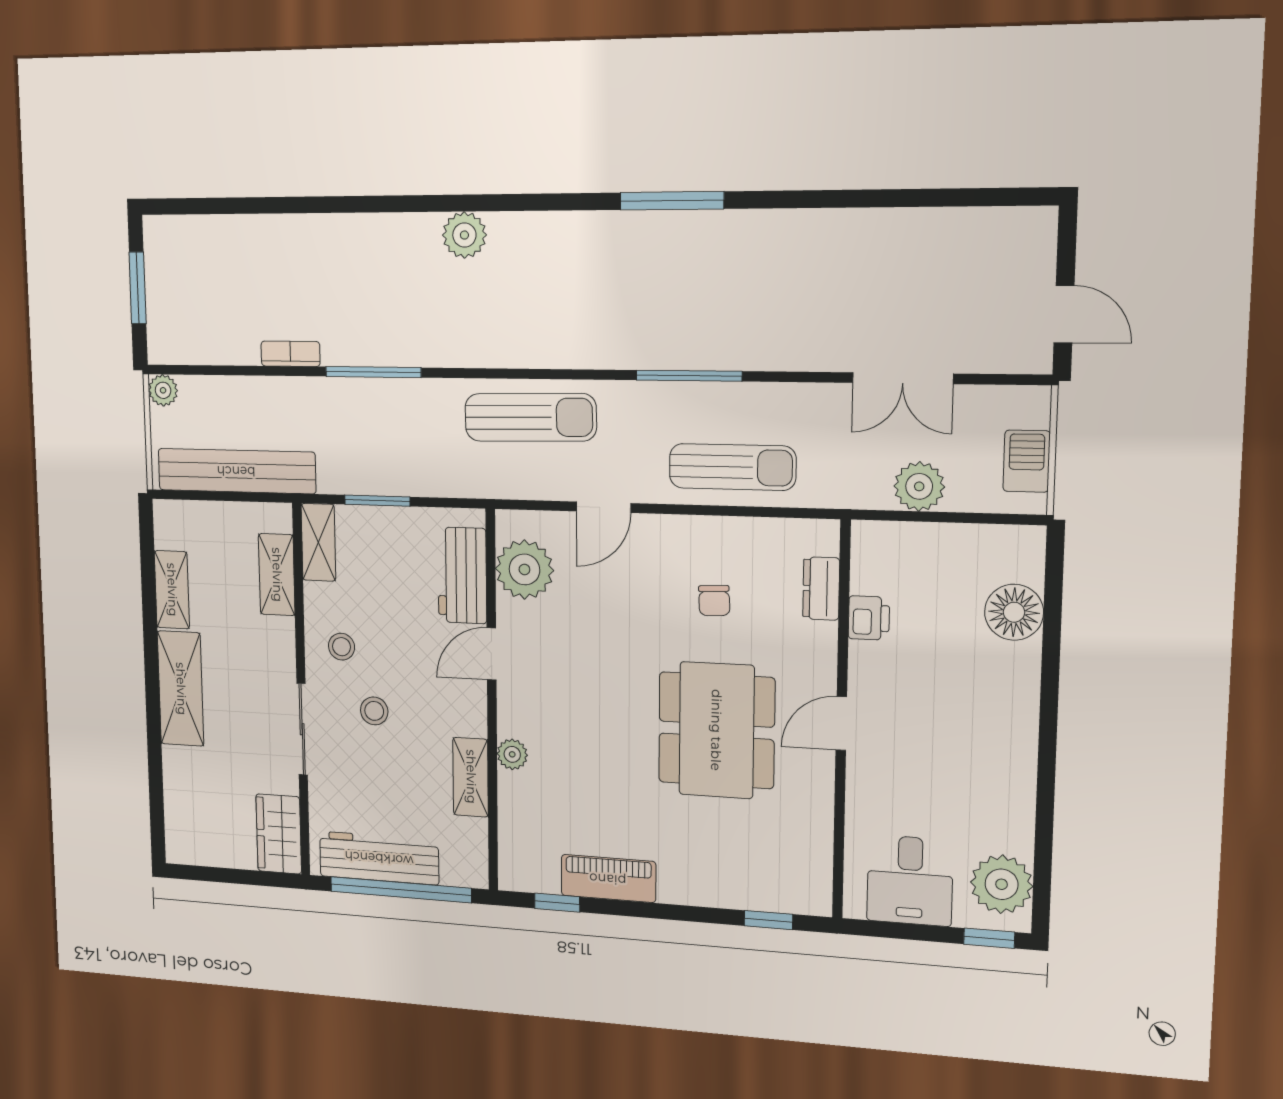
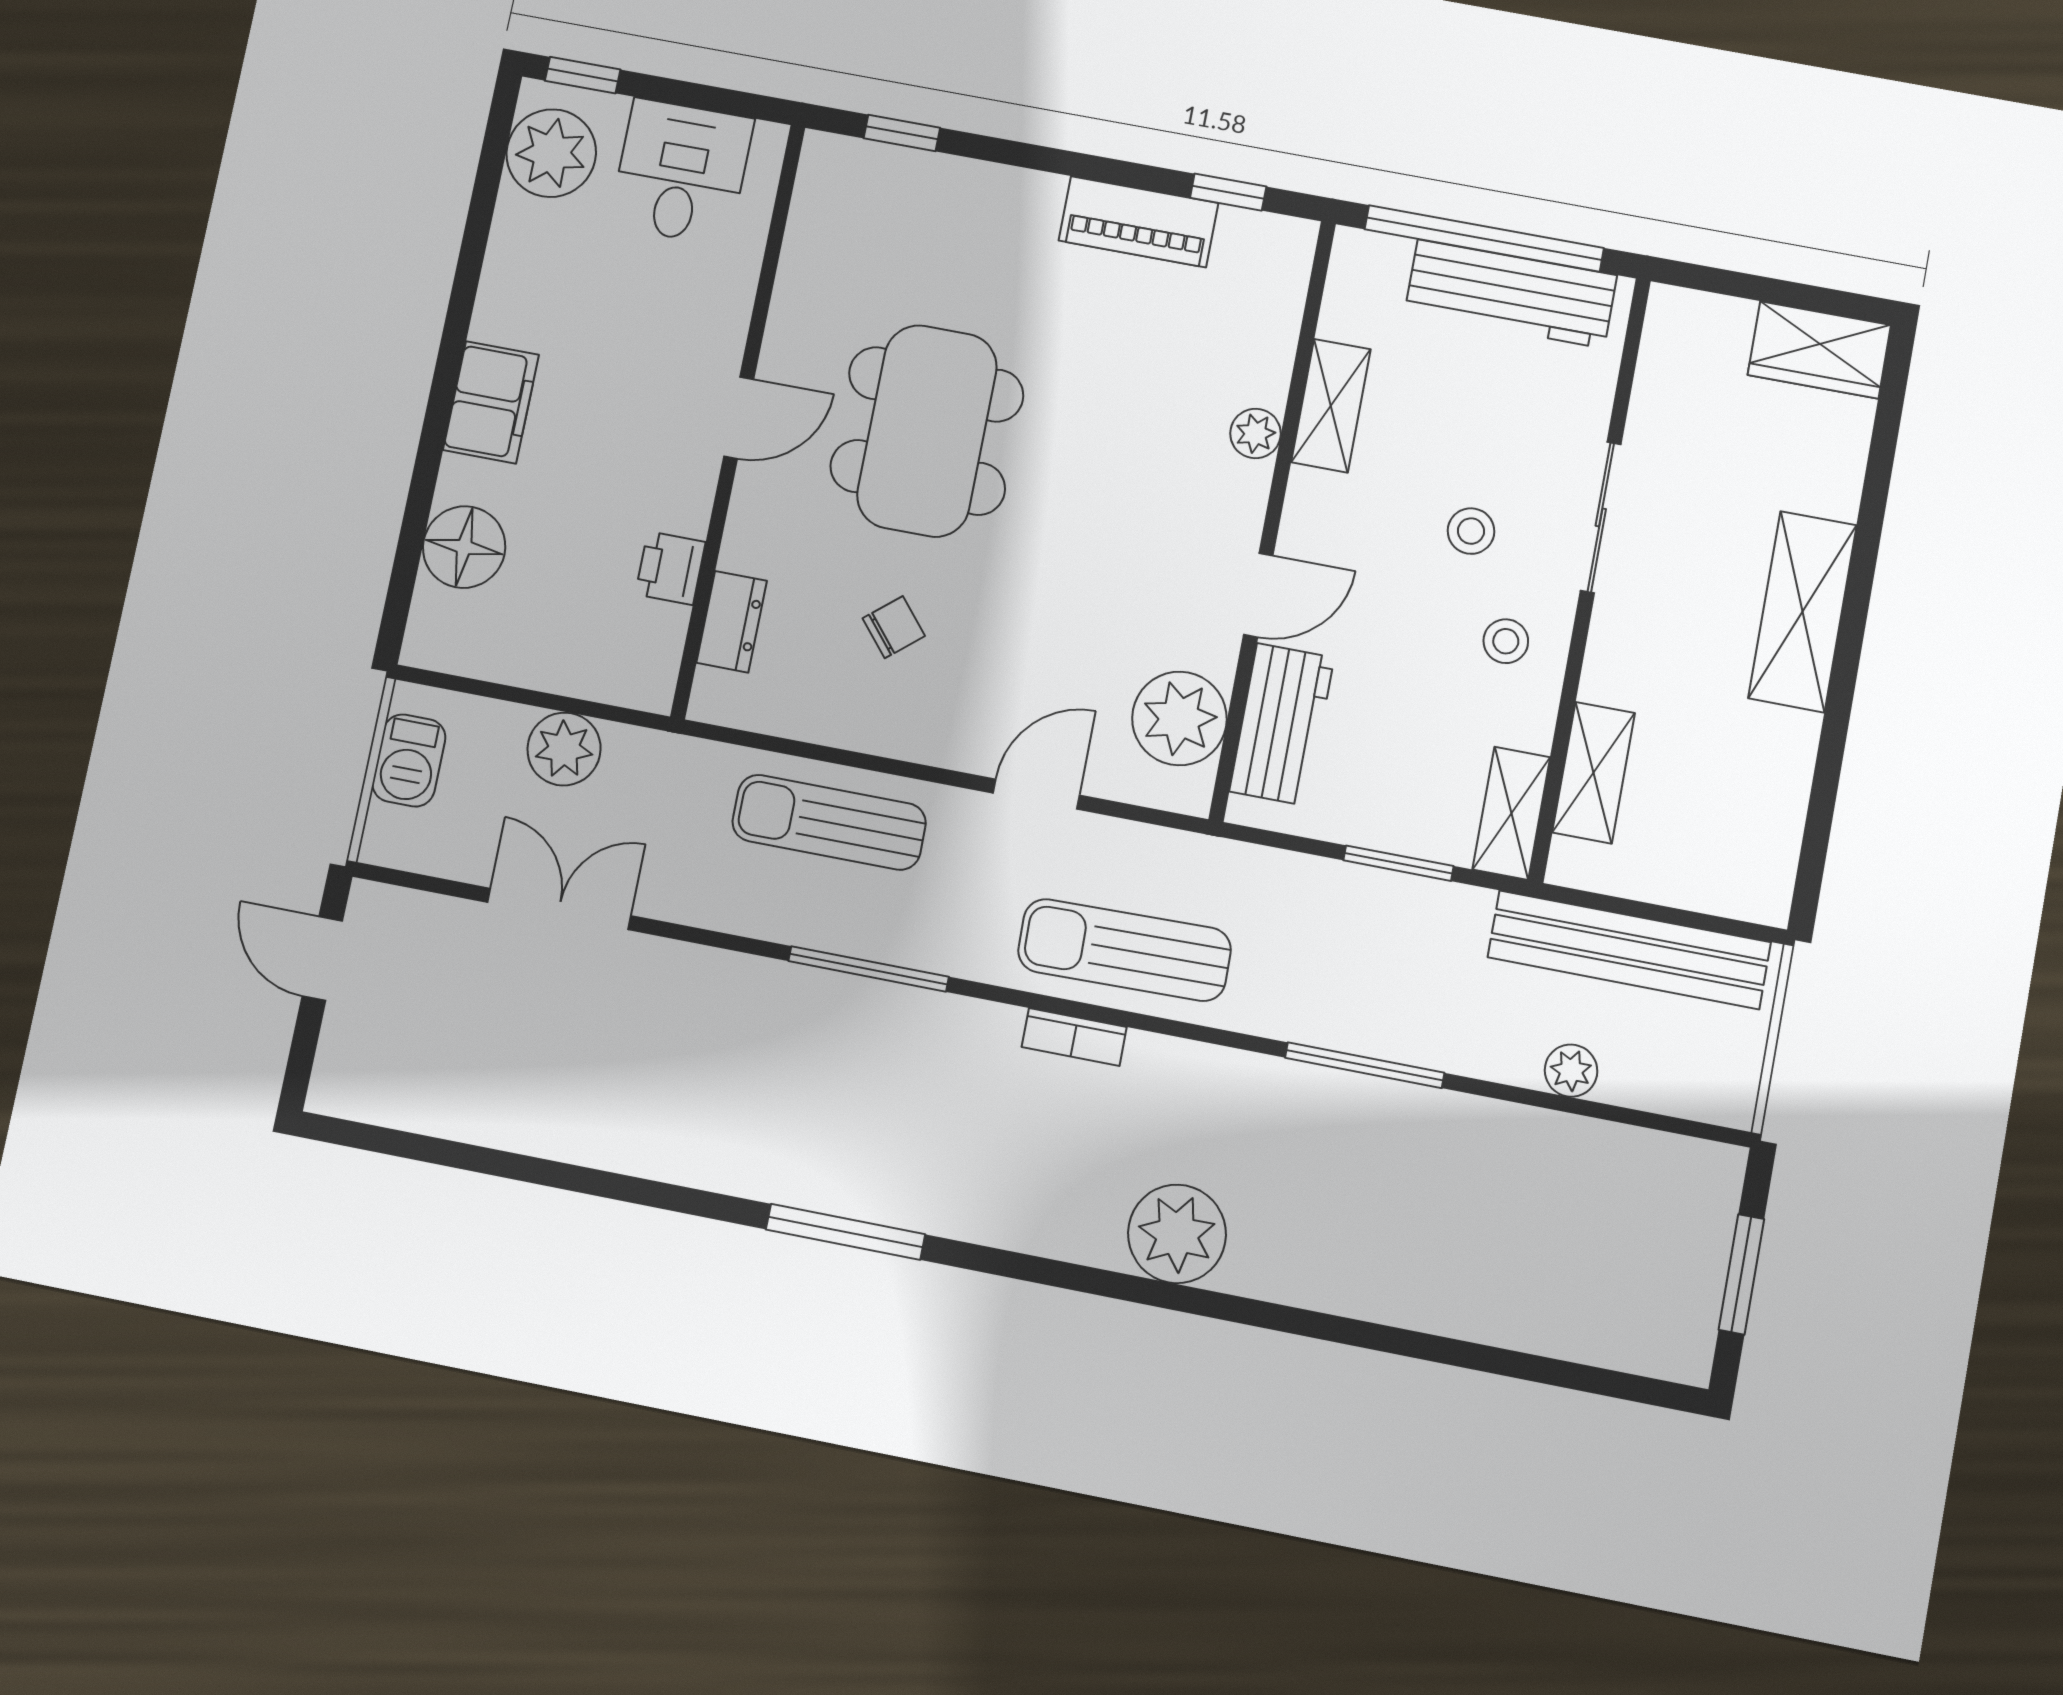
plant: (464, 235) -> (1177, 1234), width x1.36, depth x1.36
bookcase: (291, 354) -> (1074, 1037), moved
plant: (163, 390) -> (1571, 1071), moved
shelving: (172, 590) -> (1784, 776), removed
chair: (714, 601) -> (894, 627), turned 53
filing cabinet: (1013, 712) -> (491, 402), added
wardrobe: (279, 834) -> (1819, 350), moved, turned 90

